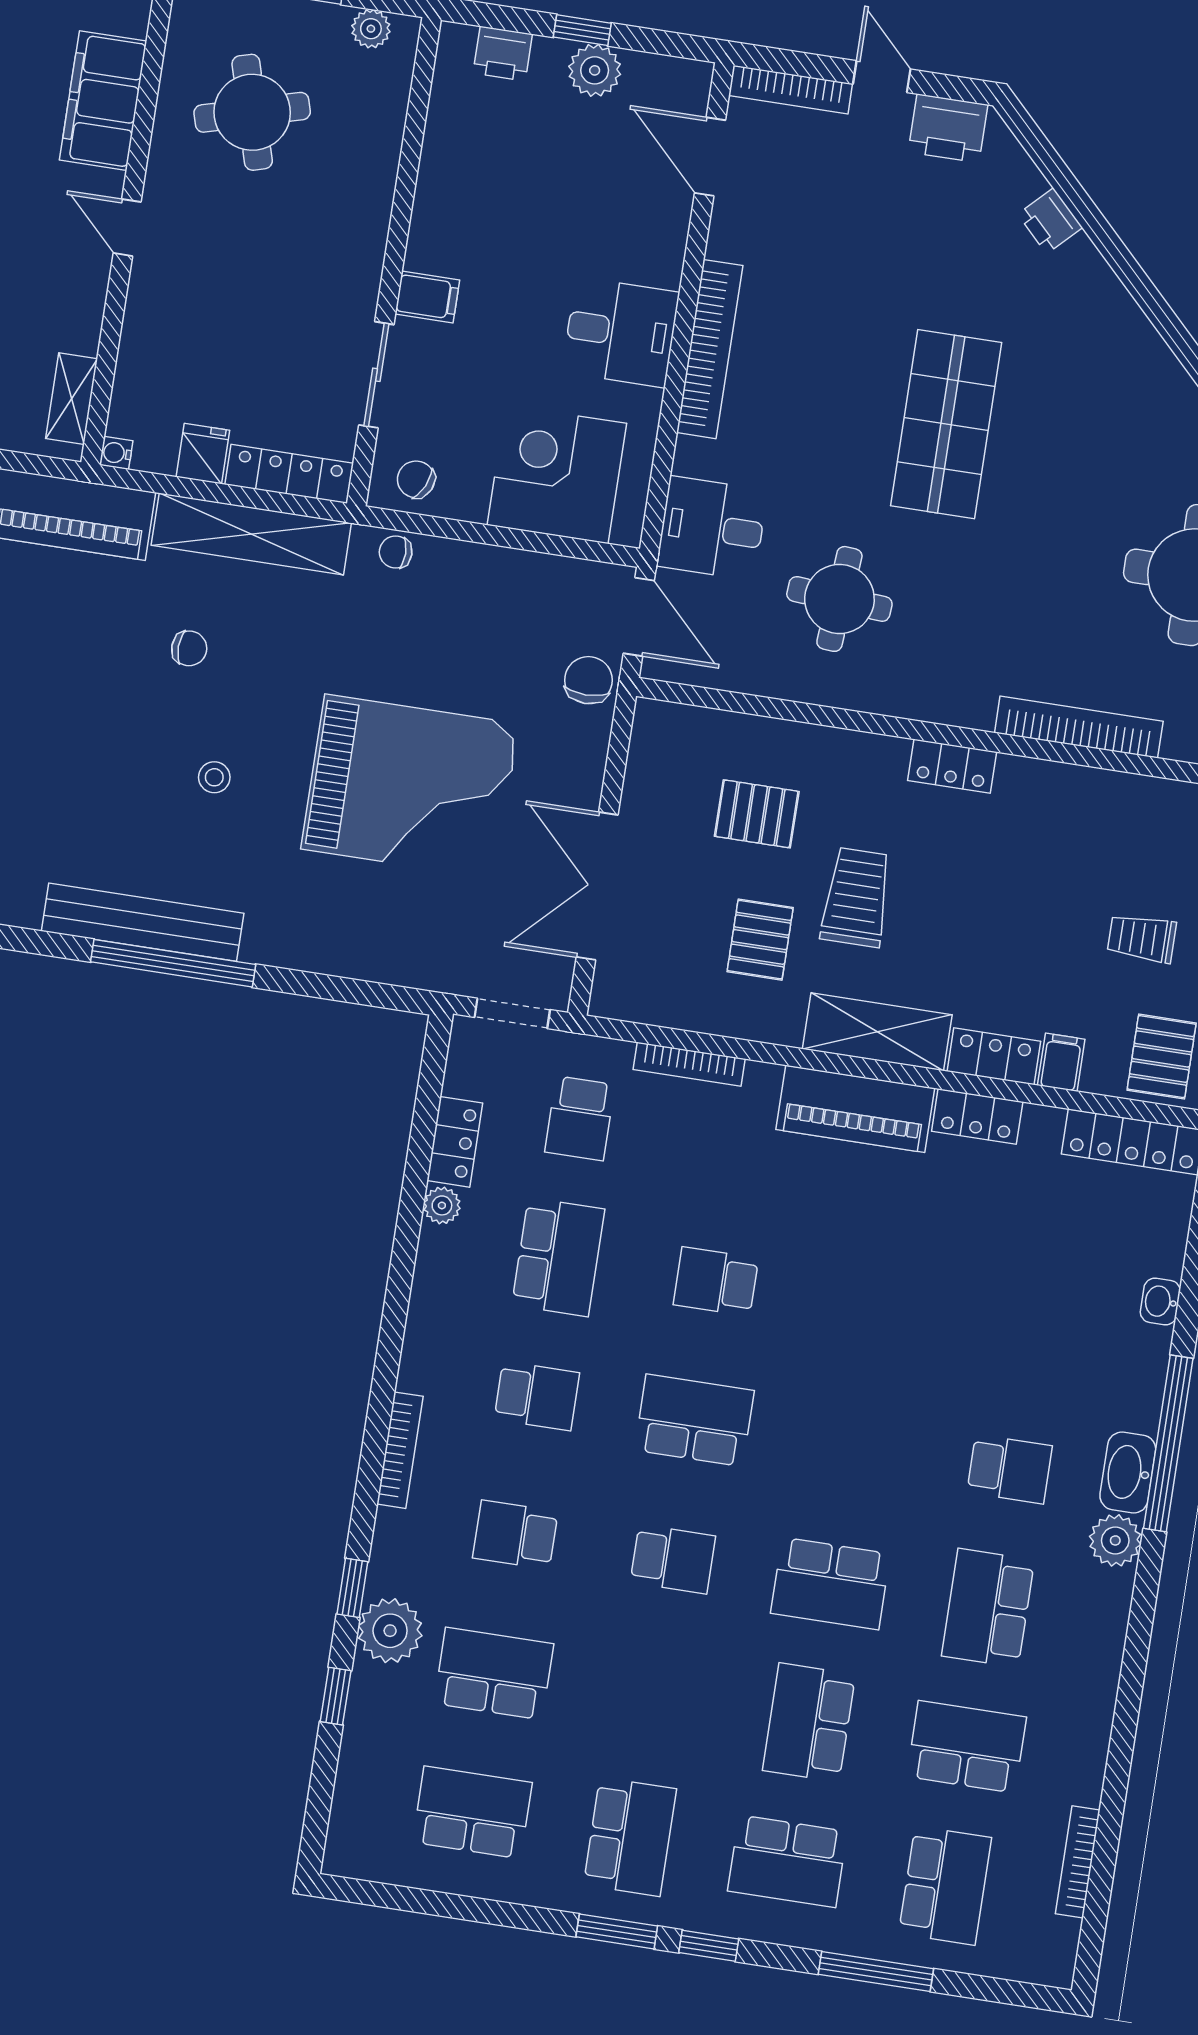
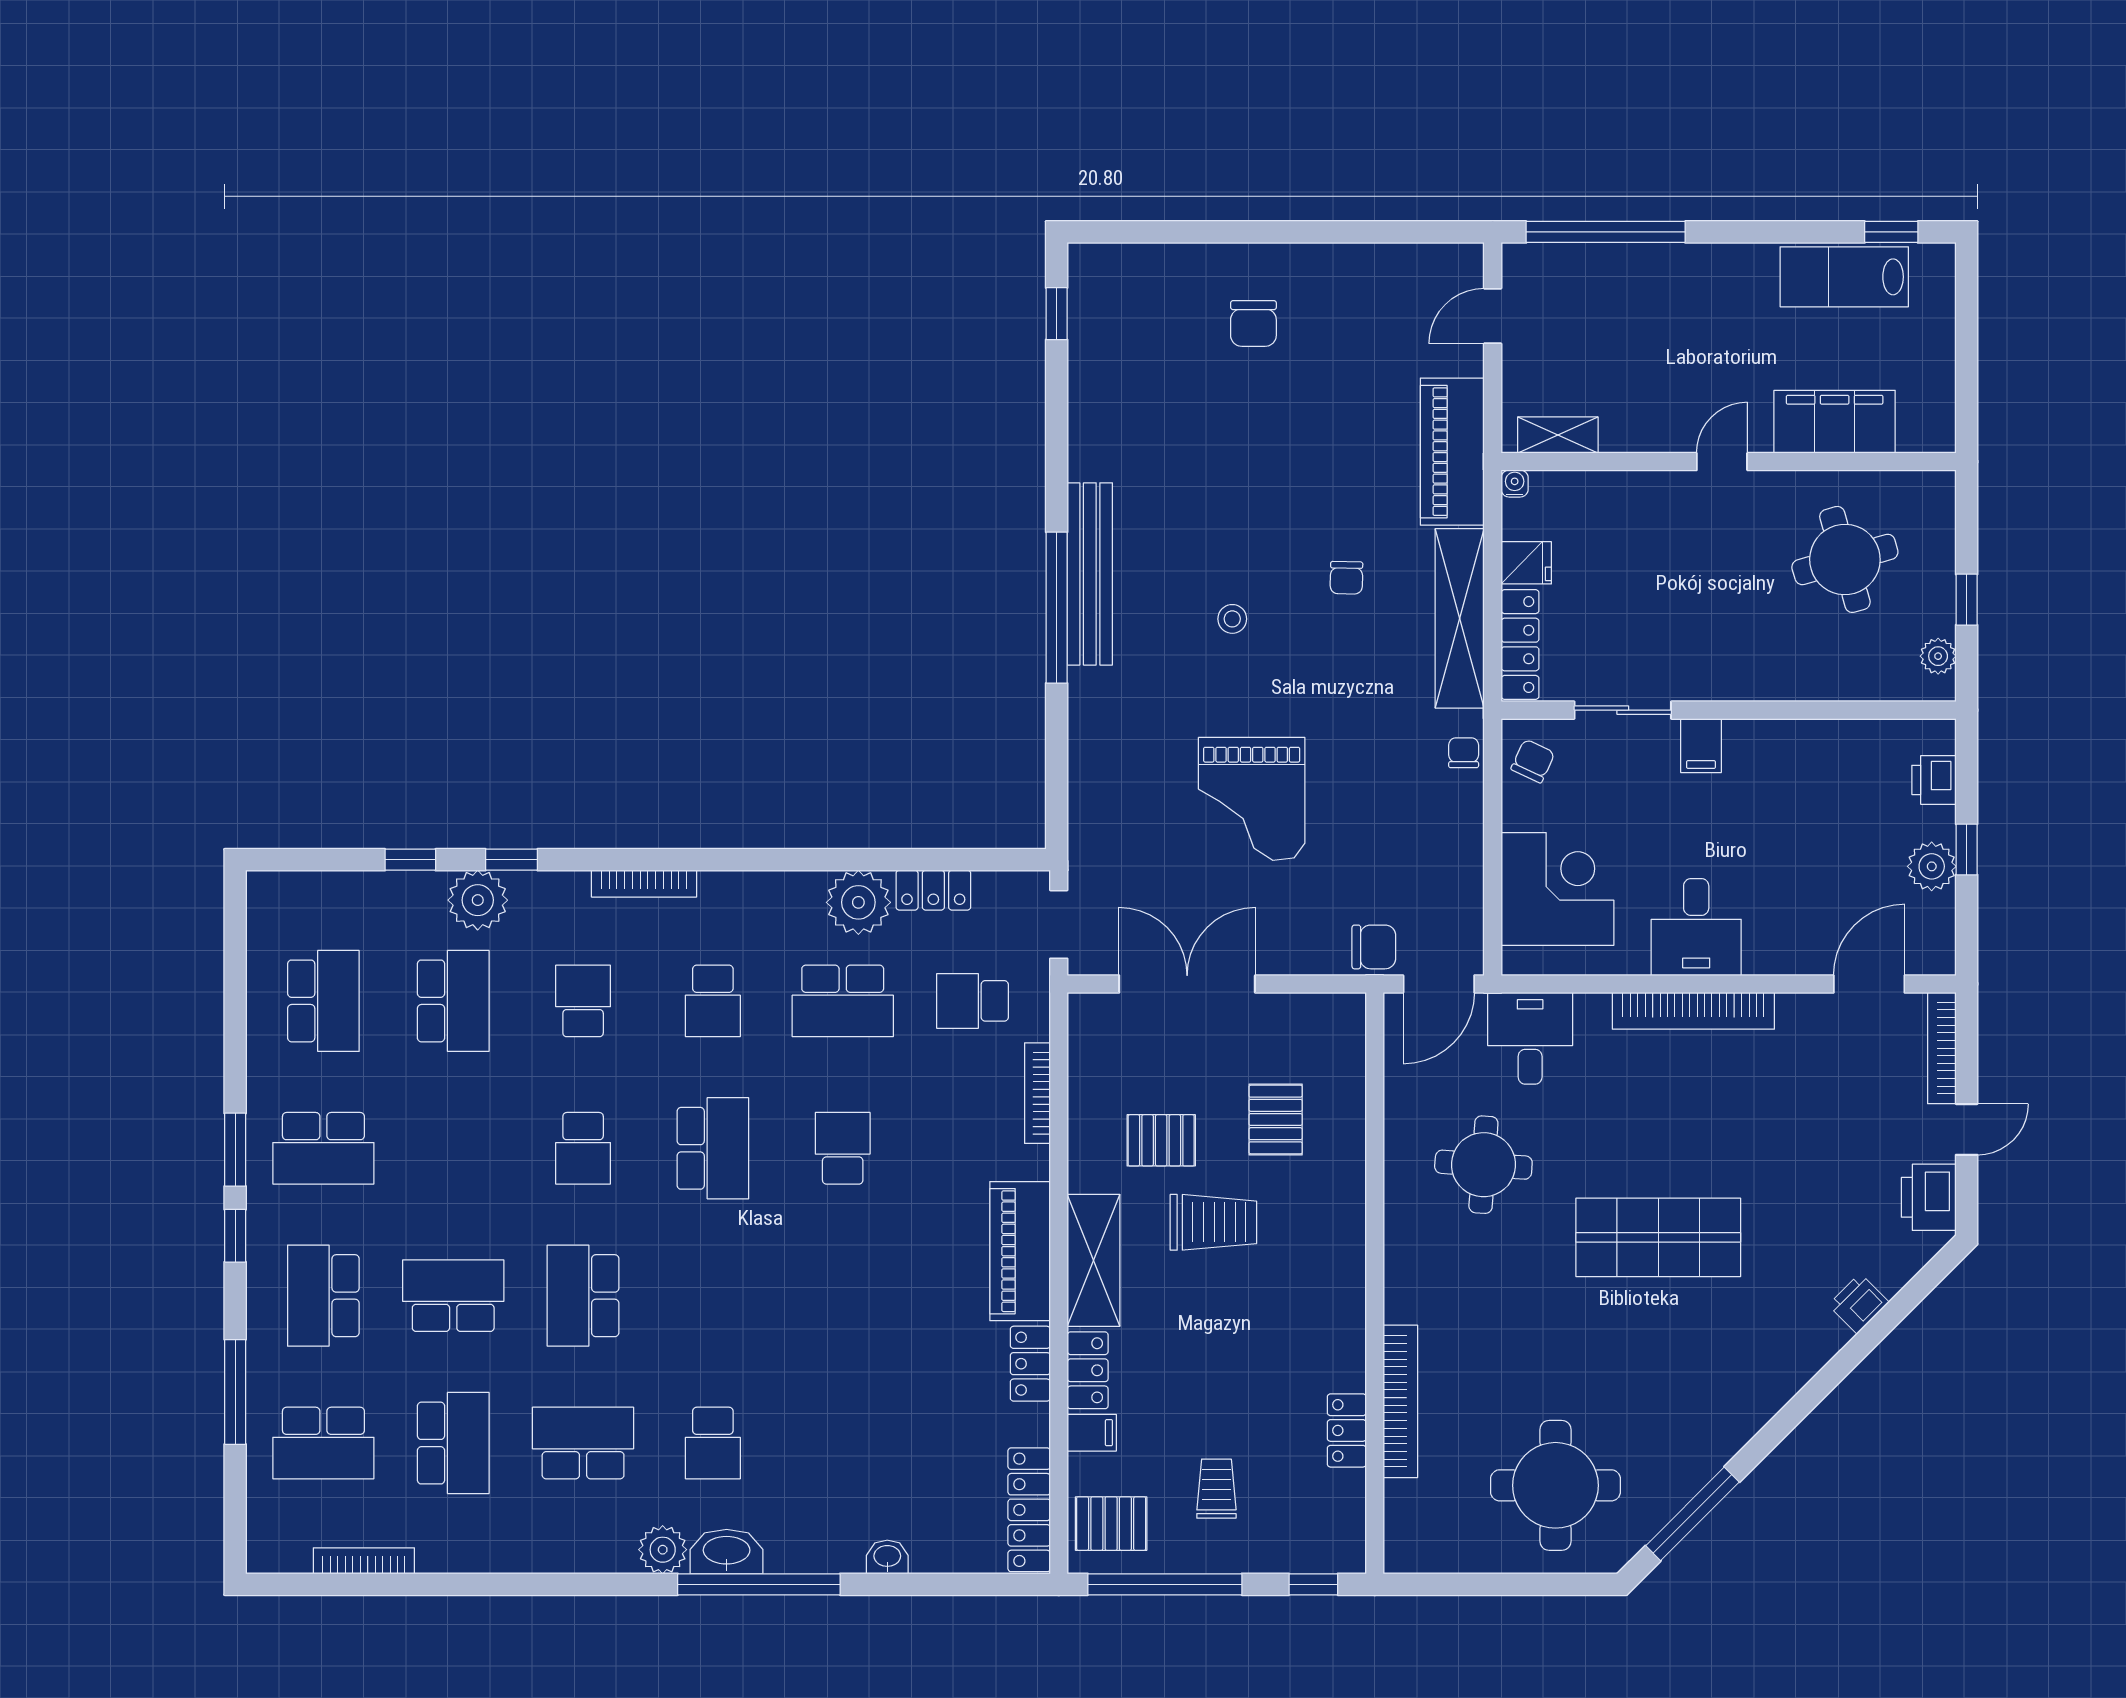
locker: (952, 766) -> (1347, 1430), moved
grand piano: (410, 786) -> (1252, 799), width x0.73, depth x0.68
plant: (442, 1205) -> (858, 902), width x1.88, depth x1.88

